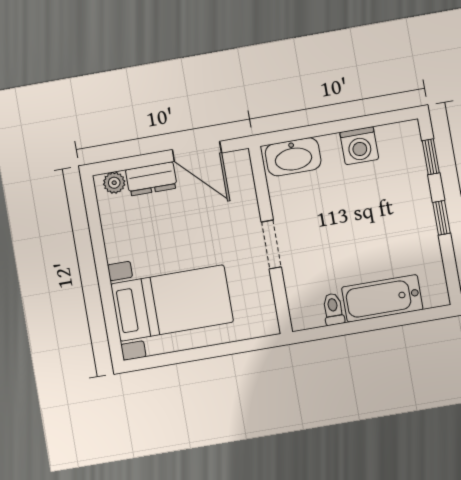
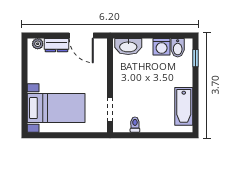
bidet: (391, 142) -> (178, 48), added
window: (441, 218) -> (196, 89), removed
doorway: (271, 244) -> (110, 109), moved
bathtub: (382, 298) -> (184, 106), moved, turned -90

